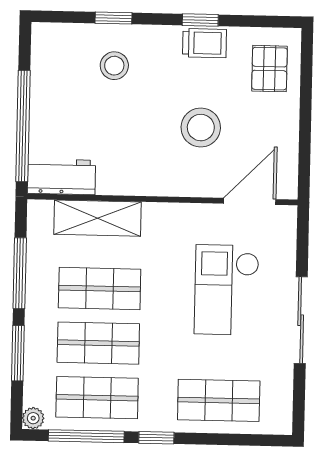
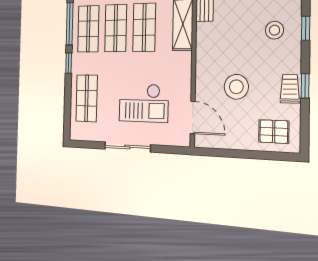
trolley: (204, 43) -> (290, 89), turned 180
checkout: (227, 290) -> (143, 103), turned 180

